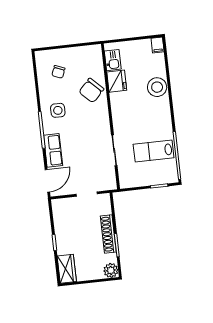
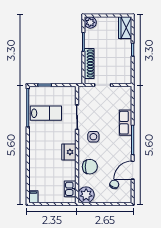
plant: (92, 55) -> (86, 195), added
fridge: (117, 81) -> (69, 152), moved
stool: (157, 87) -> (37, 164), removed
chair: (91, 90) -> (90, 167), turned 46
side table: (58, 110) -> (93, 137), moved
door: (47, 181) -> (133, 170), moved
shoe rack: (108, 234) -> (89, 63), moved

